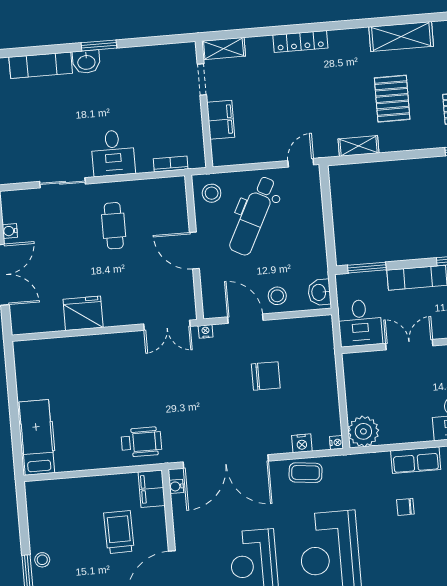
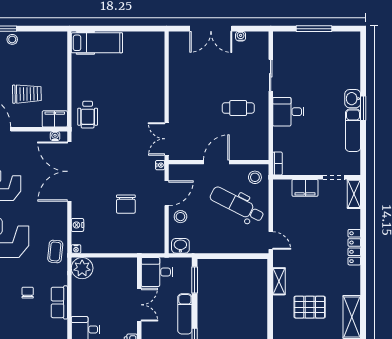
exam couch: (41, 65) -> (353, 130), moved
bookcase: (171, 164) -> (277, 164), moved
fridge: (83, 313) -> (180, 82), removed
coffee table: (306, 473) -> (55, 251), moved

